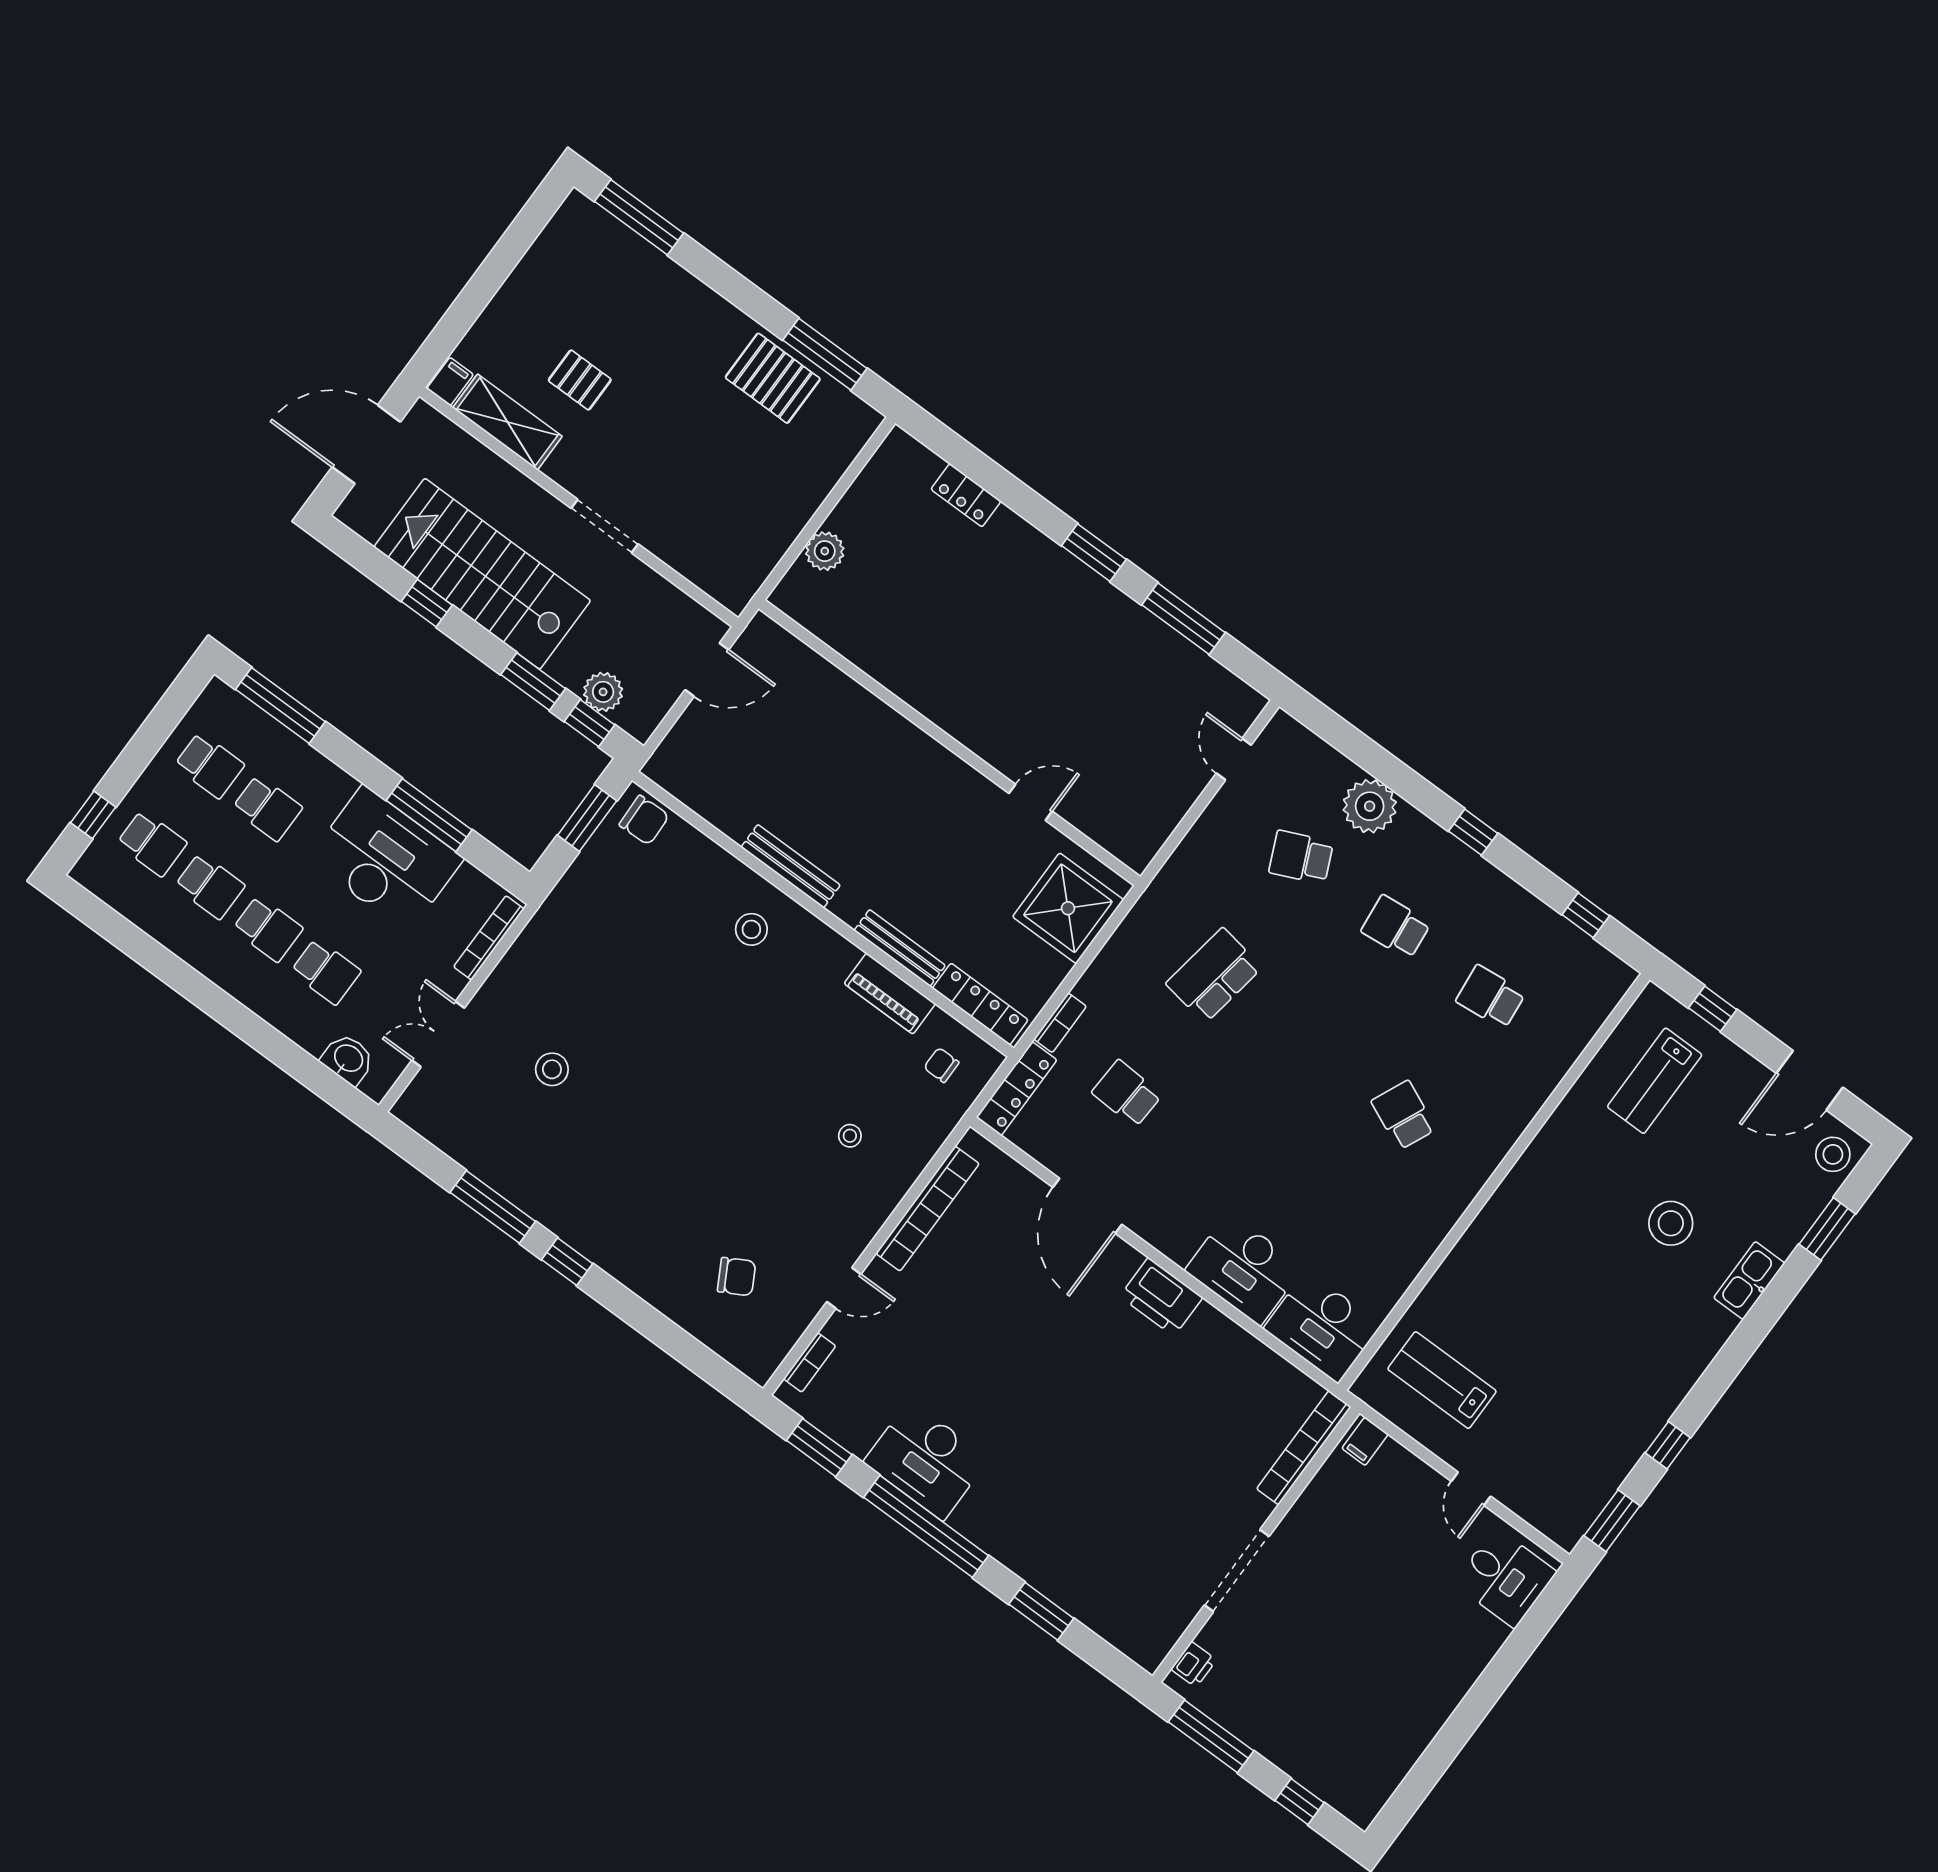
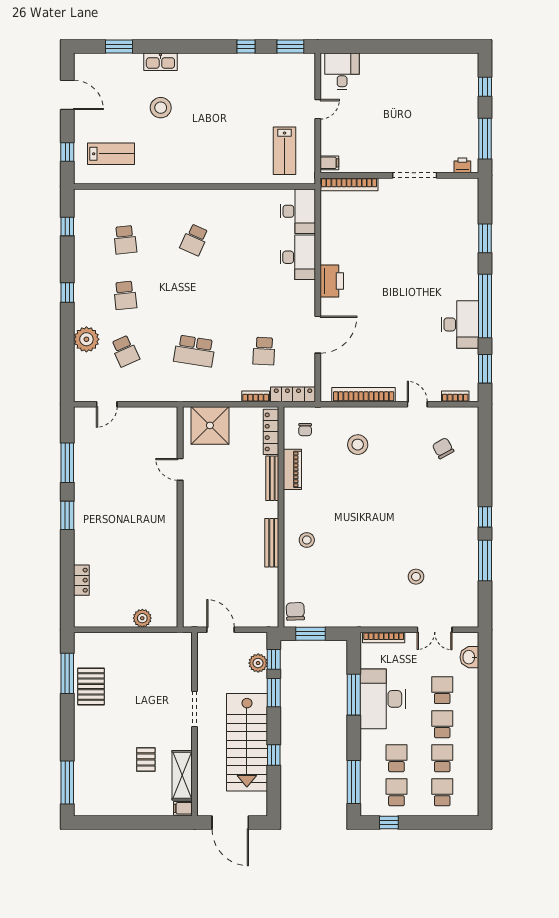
window: (93, 815) -> (389, 823), moved
stool: (850, 1136) -> (358, 445), width x1.89, depth x1.89
stool: (1833, 1154) -> (89, 65), removed

